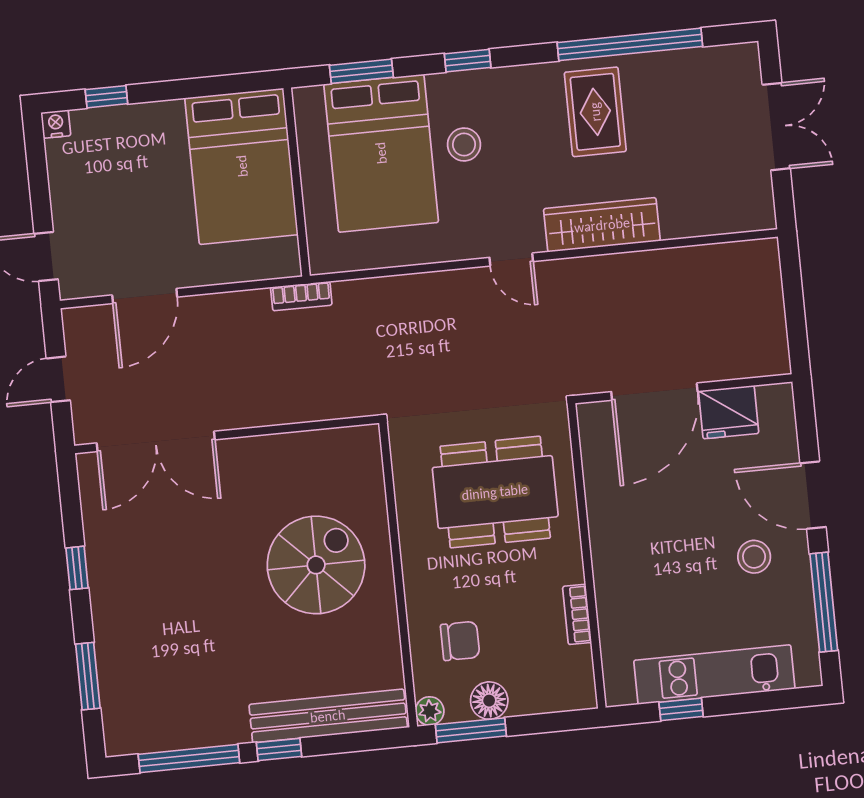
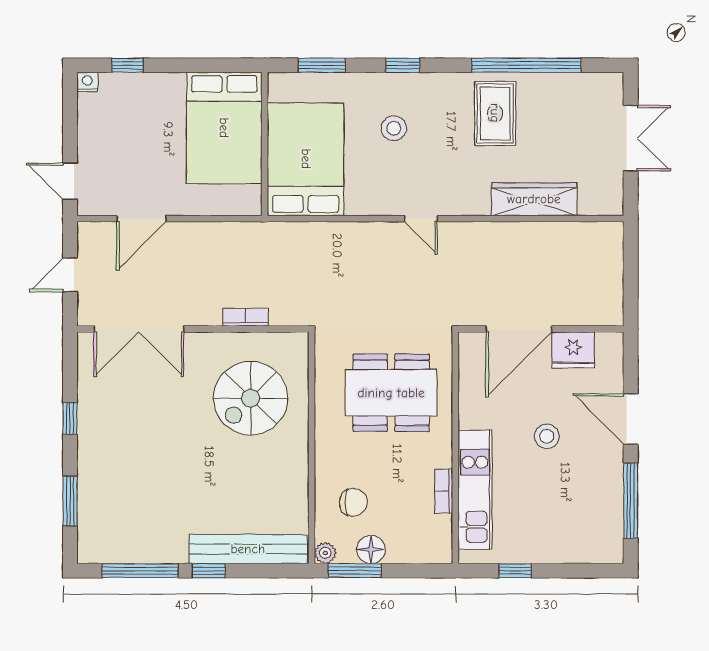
bed: (381, 153) -> (306, 159), moved, turned 180
wardrobe: (602, 225) -> (534, 199), moved
bookcase: (301, 296) -> (245, 317), moved, turned 180
stool: (754, 557) -> (547, 436), moved
spiral stairs: (316, 565) -> (251, 398), moved, turned 180
kitchen unit: (714, 675) -> (475, 490), moved, turned 90

